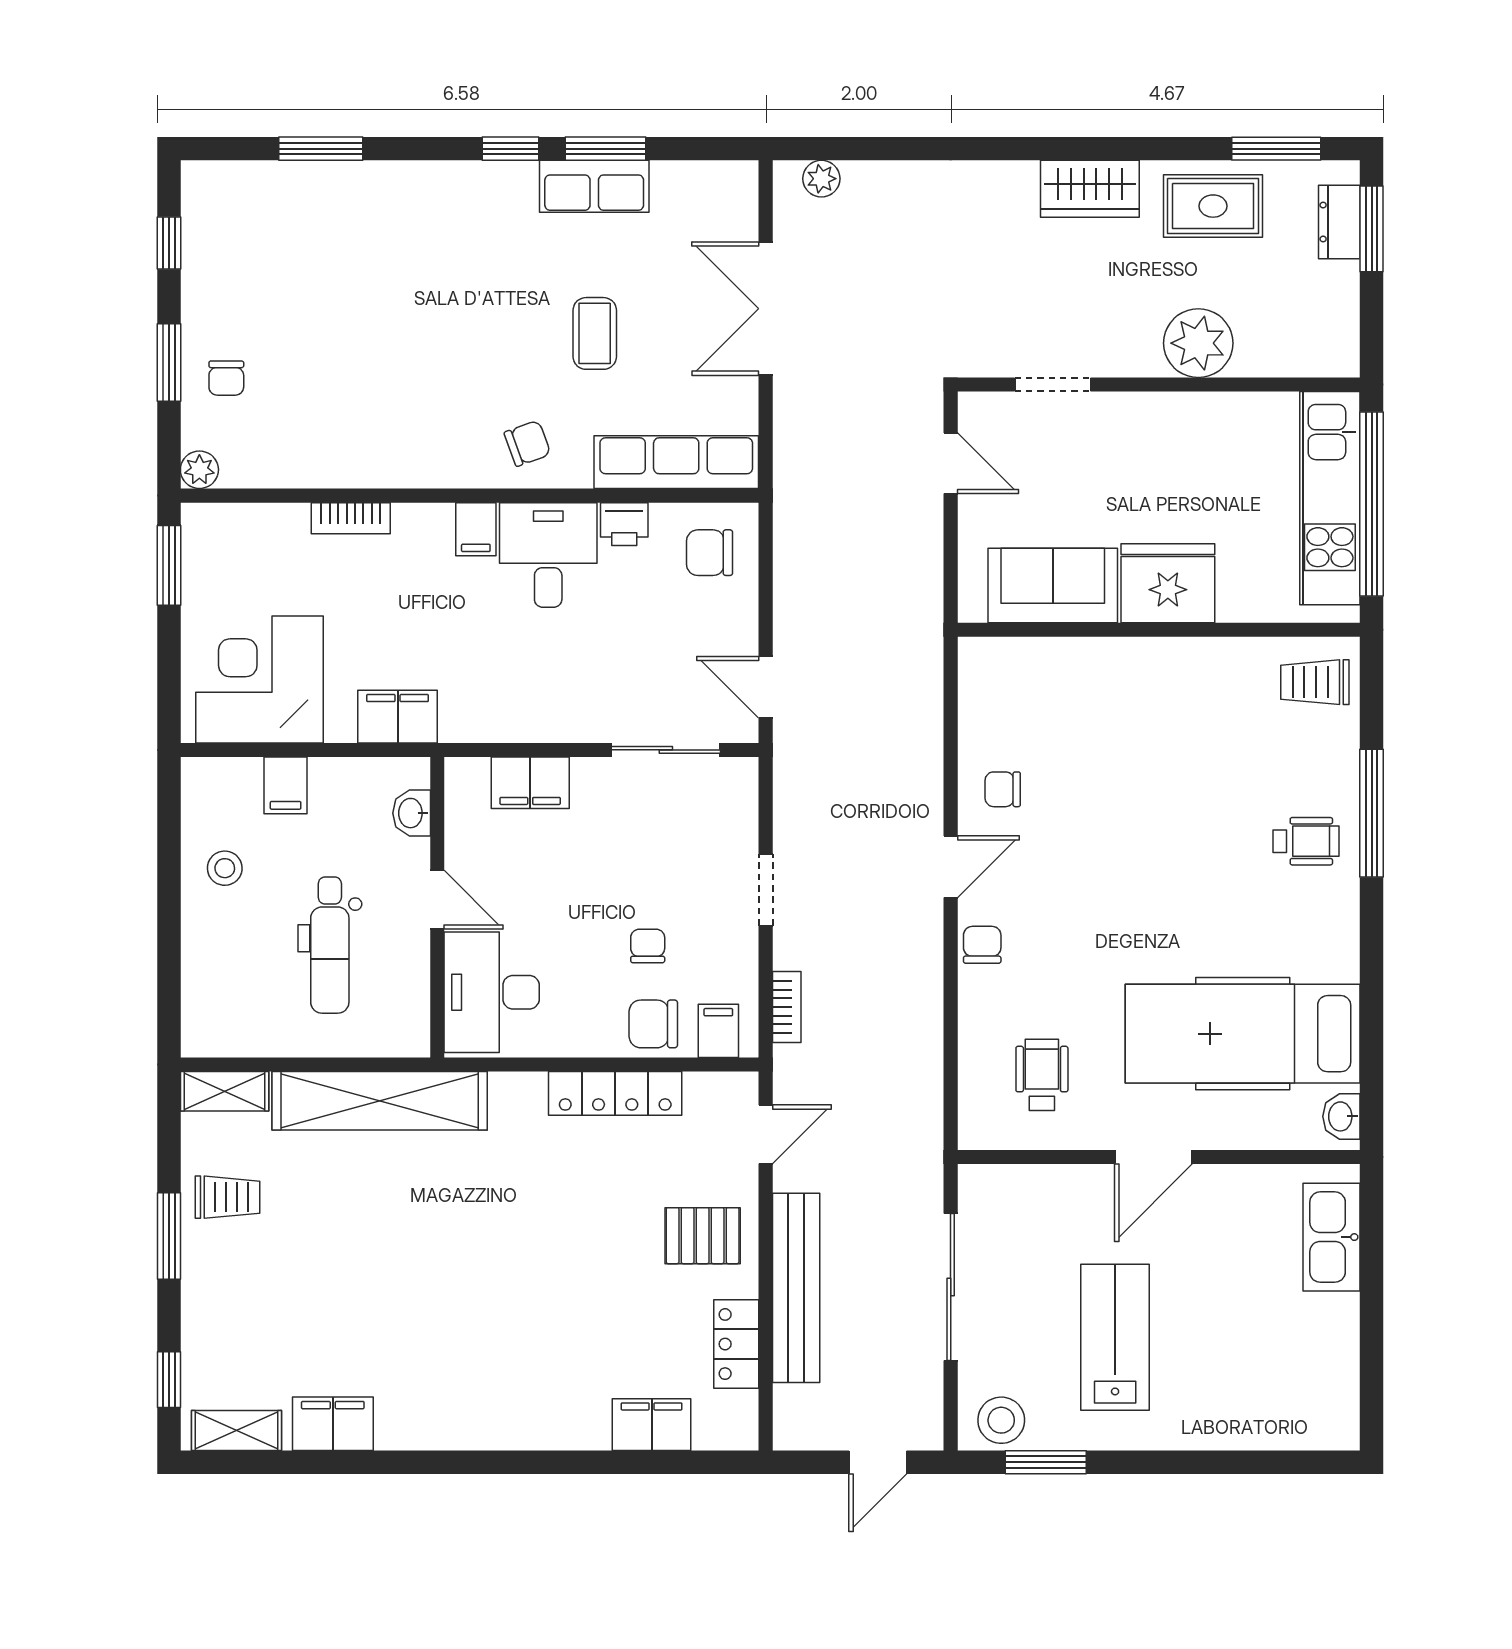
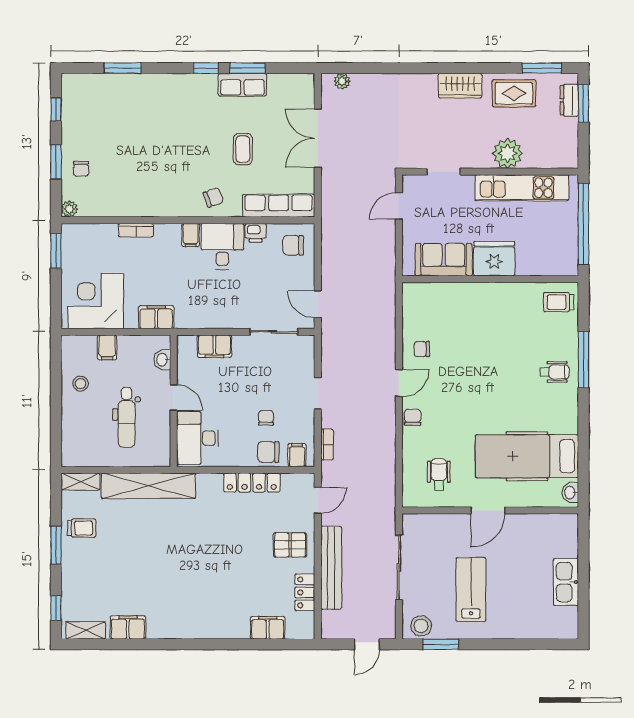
door: (951, 463) -> (399, 206), swing flipped
kitchen unit: (1330, 498) -> (522, 188), moved, turned -90
kitchen sink: (1332, 1237) -> (566, 582), moved

